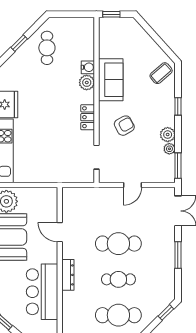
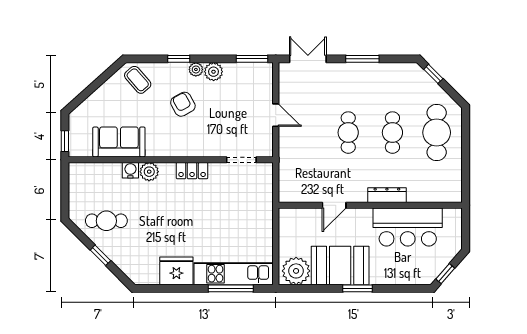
sofa: (111, 80) -> (119, 142), moved
armchair: (124, 126) -> (183, 104), moved
plant: (169, 149) -> (196, 69), moved
cafe table: (118, 244) -> (348, 133), width x0.73, depth x0.74

